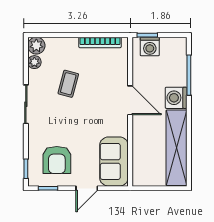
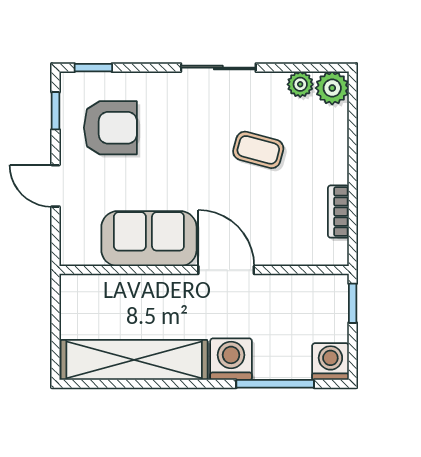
bookcase: (100, 42) -> (338, 212), width x0.64
washing machine: (150, 47) -> (330, 362), moved, turned 90
door: (130, 100) -> (226, 270), swing flipped
armchair: (57, 160) -> (110, 128), turned 180
sofa: (114, 161) -> (149, 239), moved

